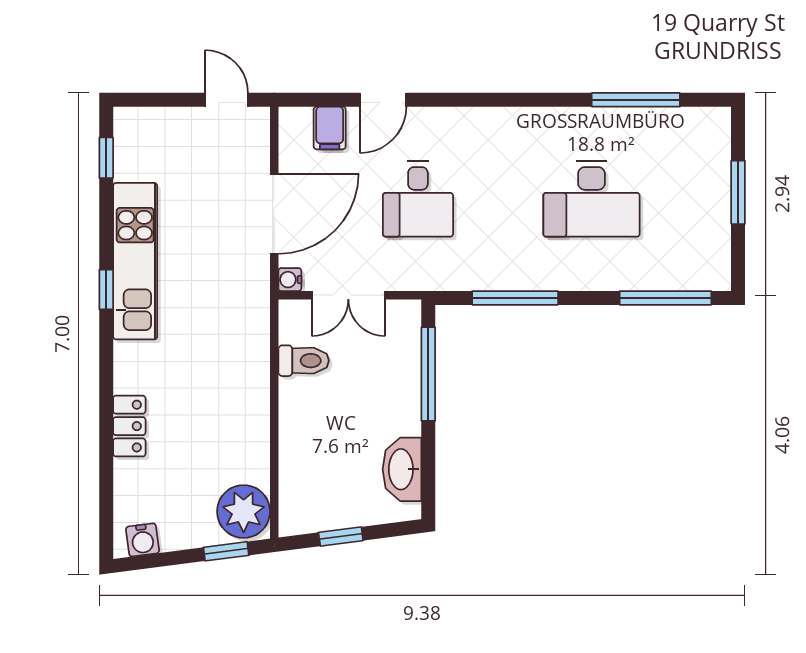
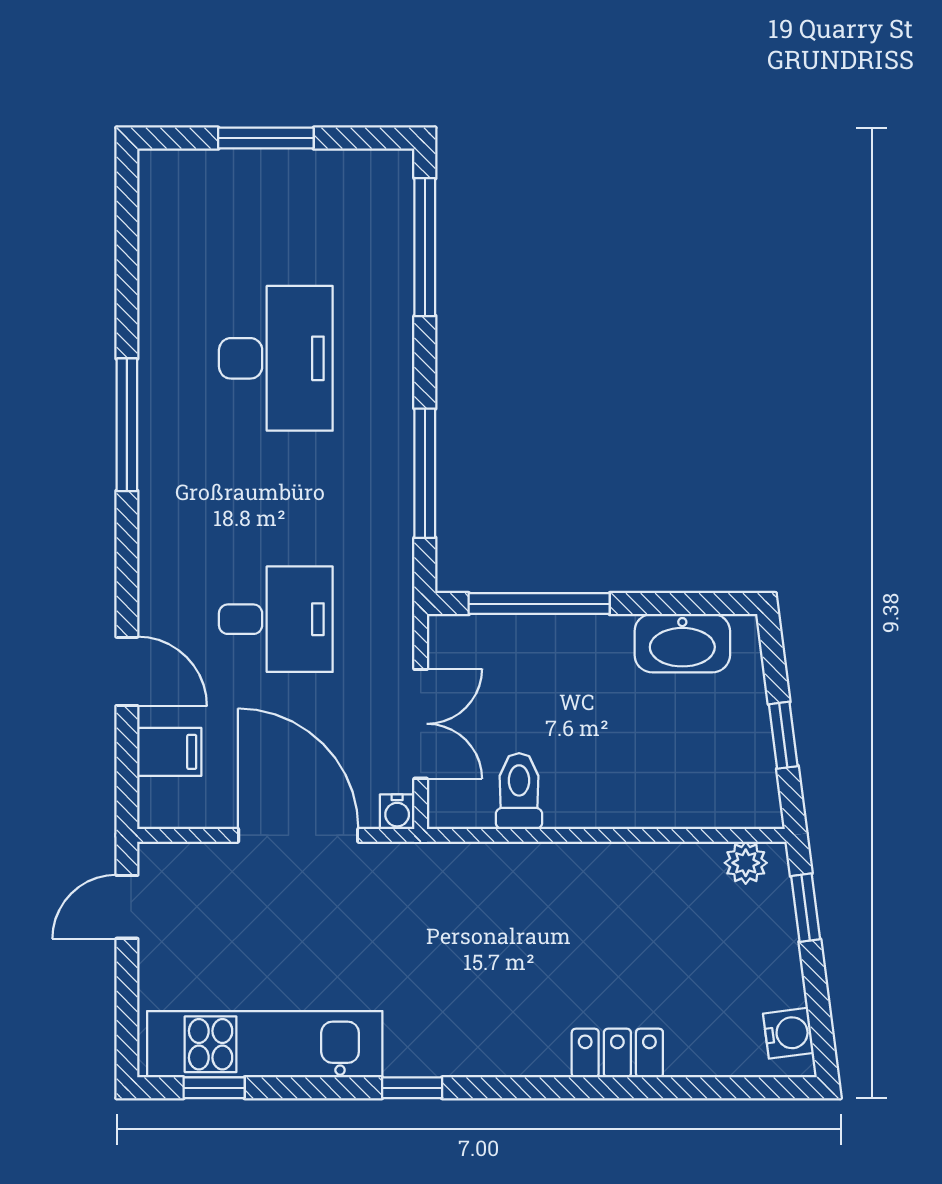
window: (636, 100) -> (127, 425), moved
kitchen unit: (135, 261) -> (265, 1044), moved
plant: (244, 511) -> (746, 863), width x0.53, depth x0.53

